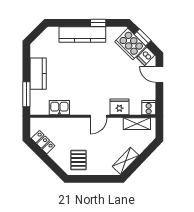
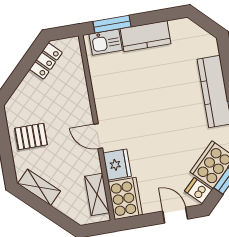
door: (159, 74) -> (175, 215), hinge flipped
kitchen sink: (59, 108) -> (106, 42), moved, turned 90
cooker: (149, 108) -> (125, 198), width x1.87, depth x1.31
pallet: (78, 160) -> (31, 136), moved

